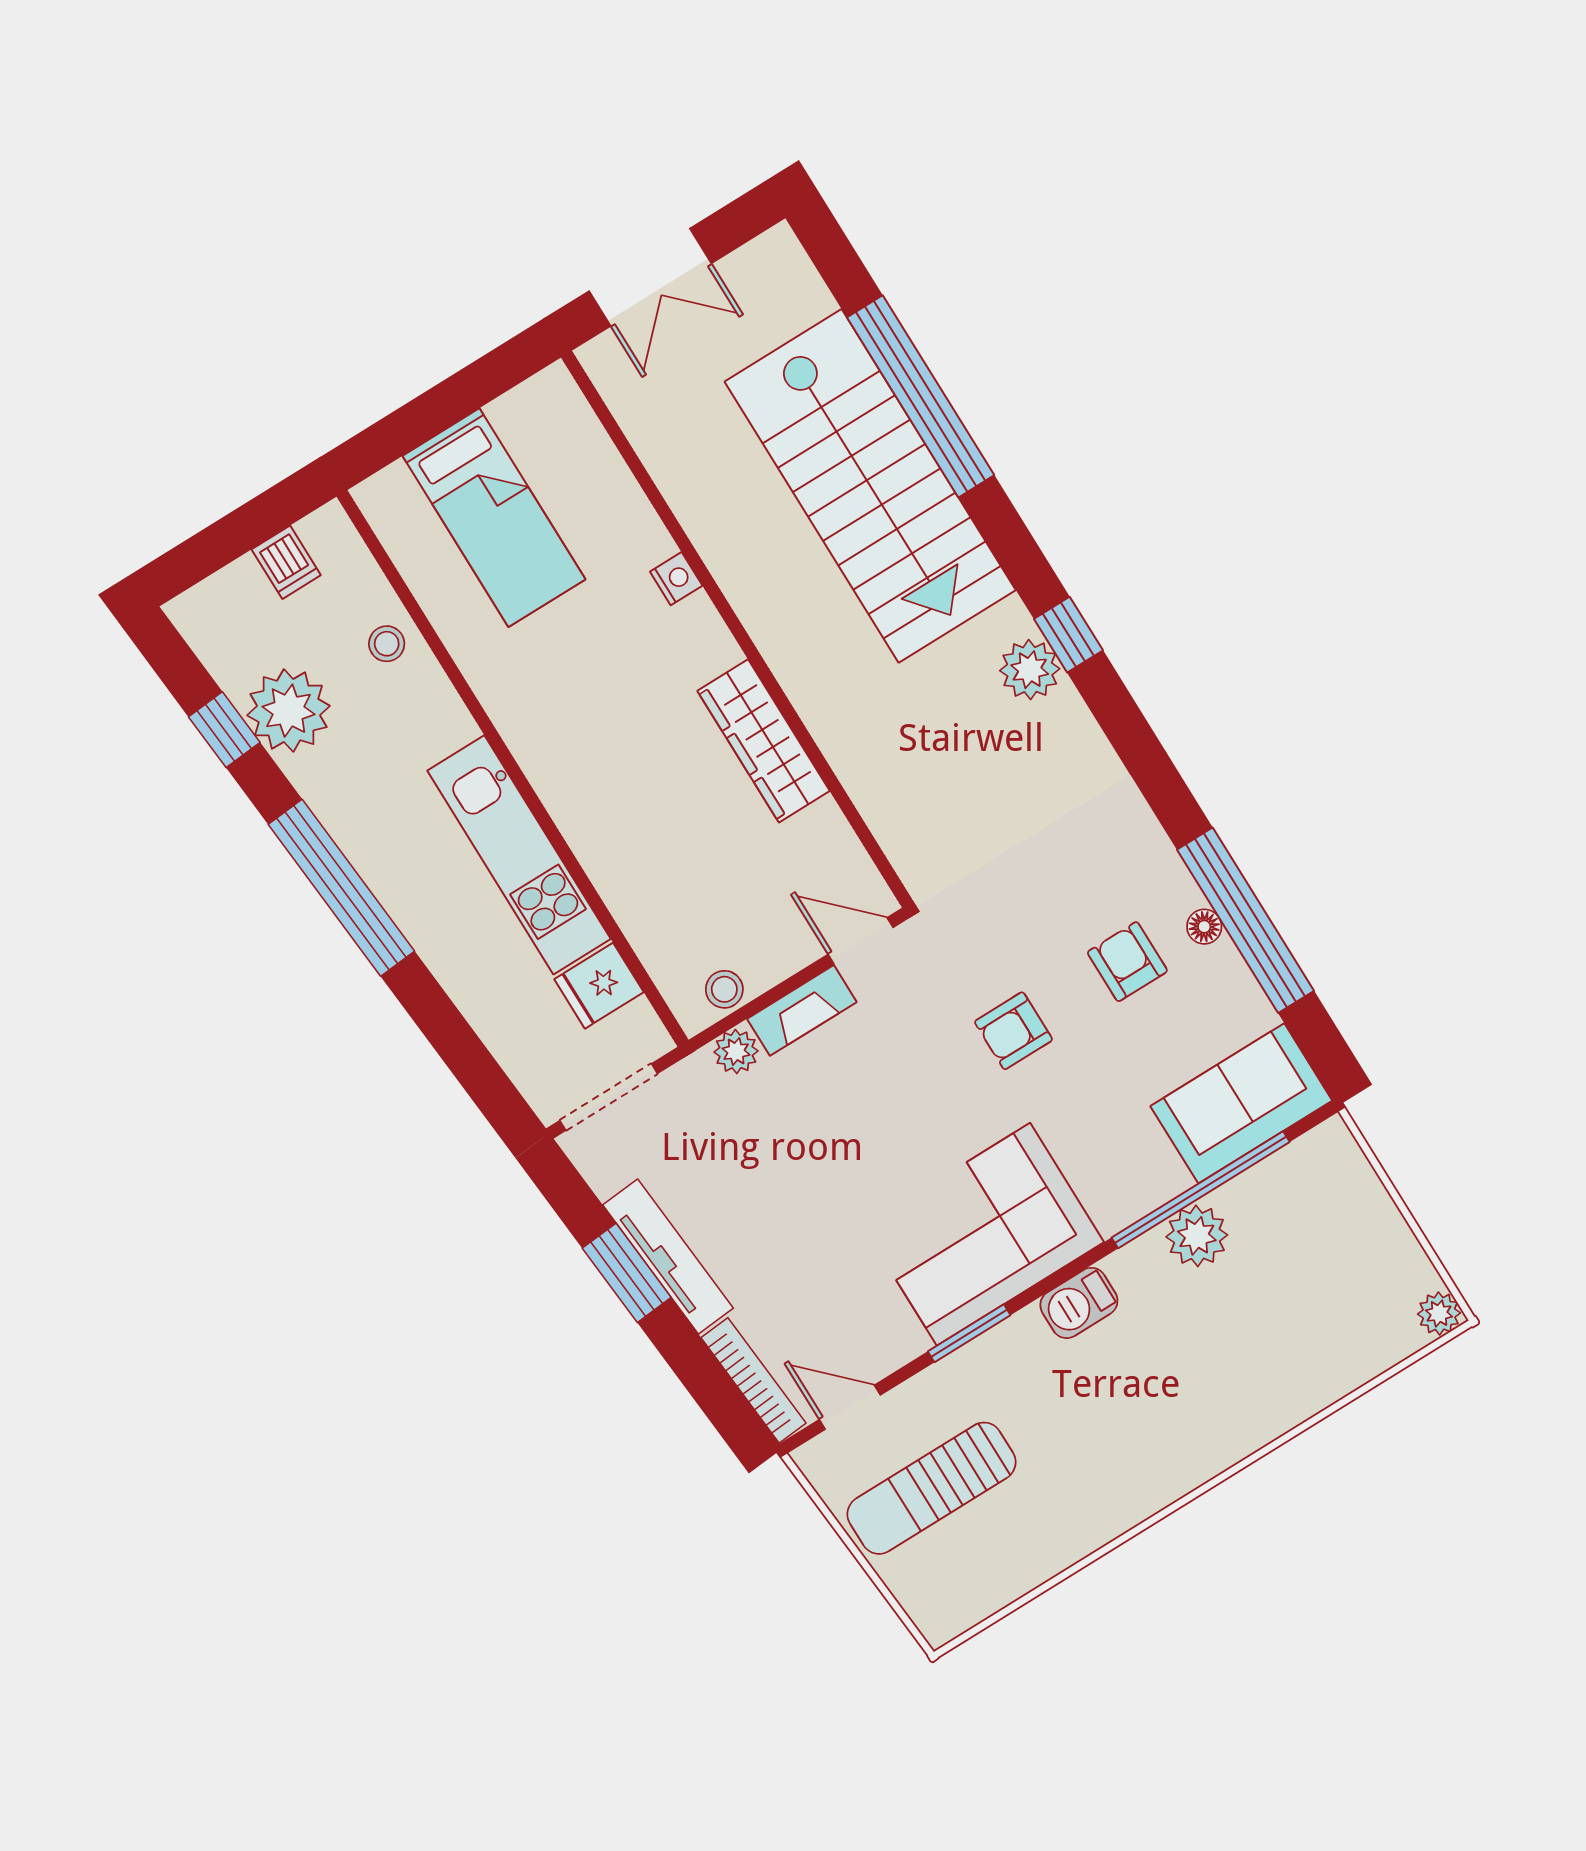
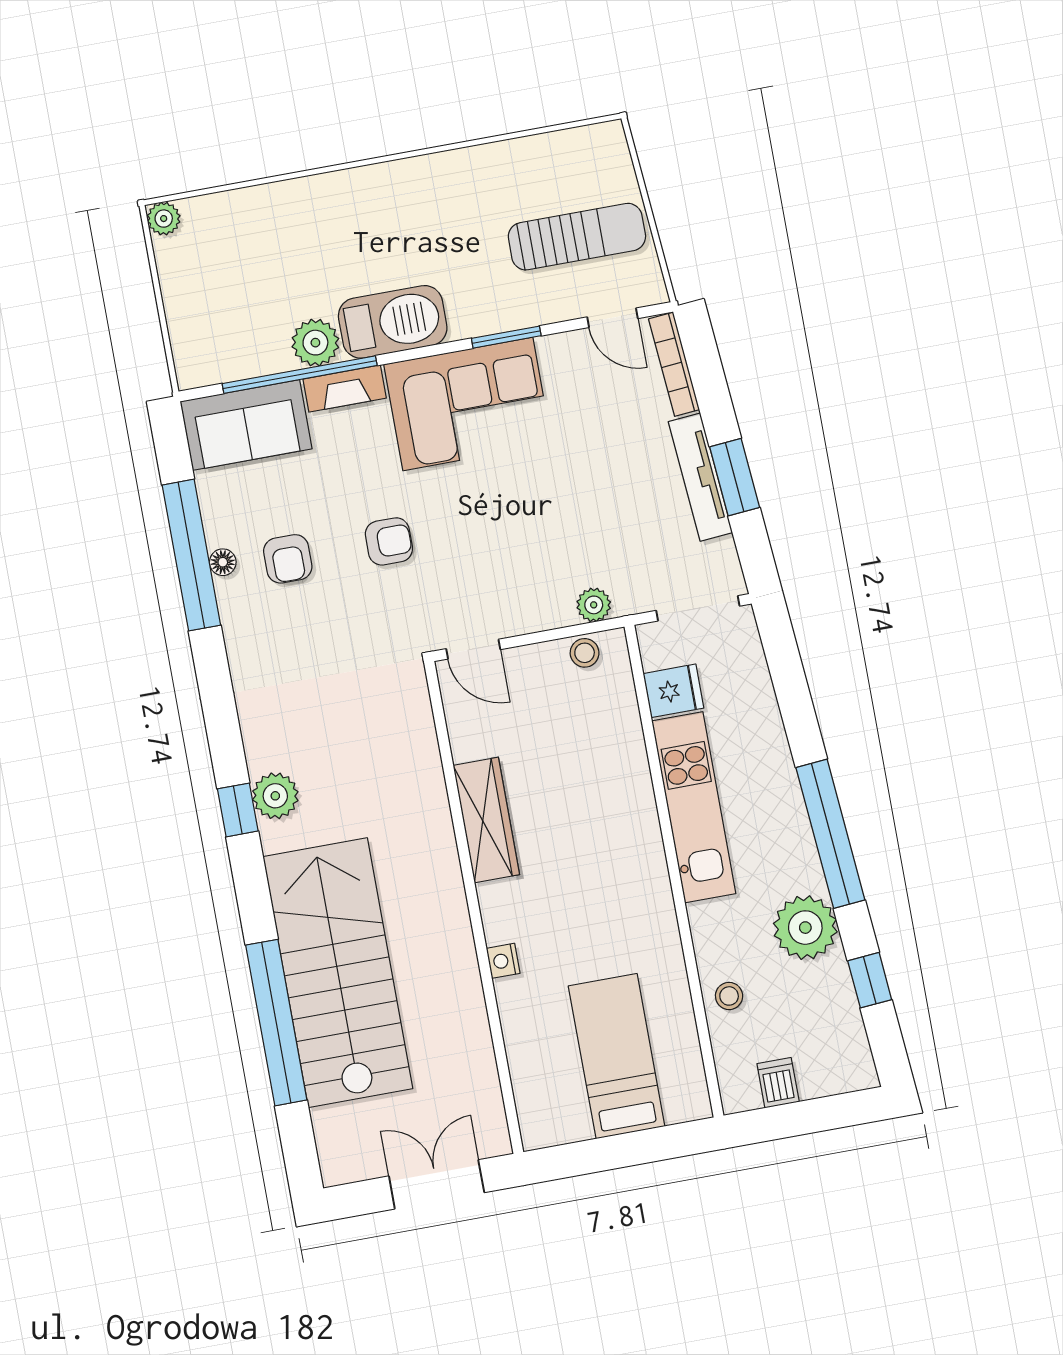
plant: (289, 711) -> (805, 928), moved
fireplace: (802, 1010) -> (345, 389), moved, turned 180
barbecue: (1079, 1303) -> (393, 322), width x1.88, depth x1.53

